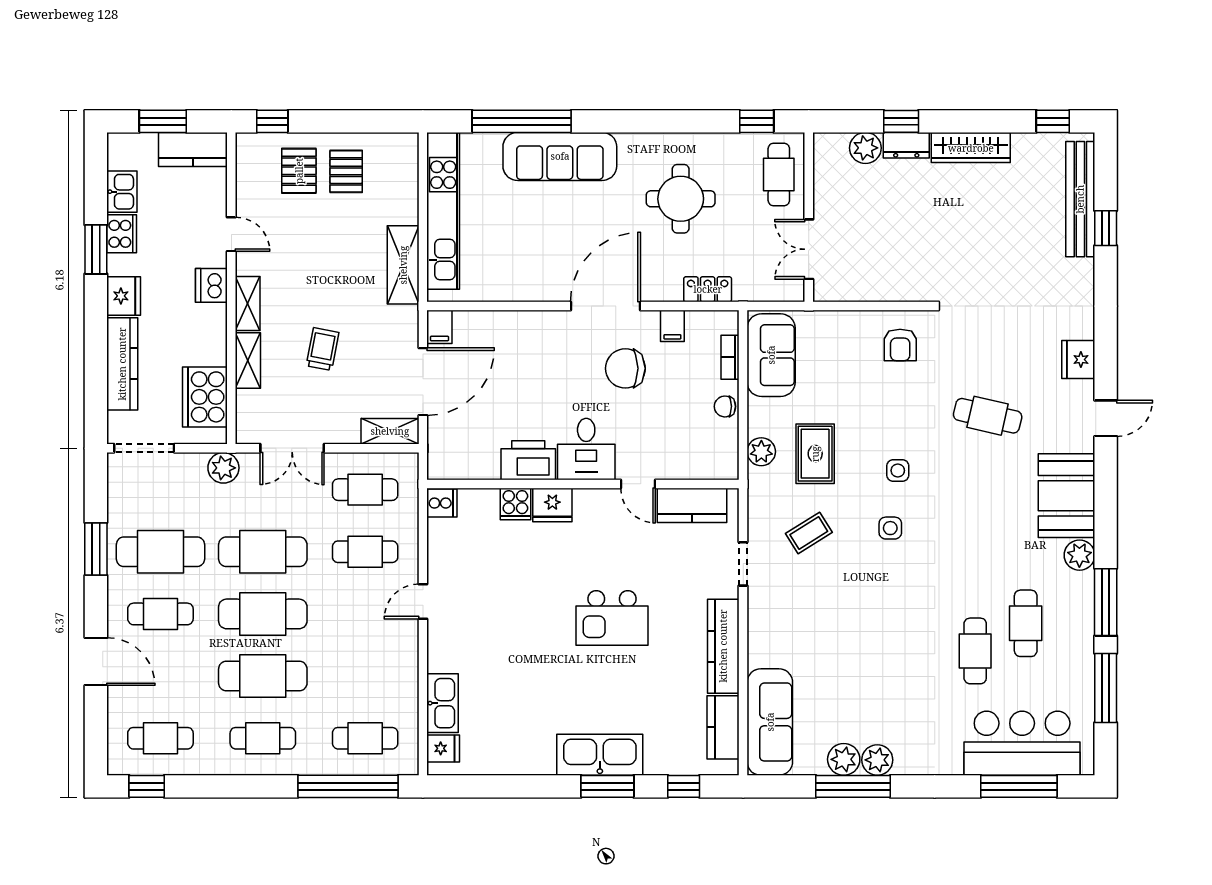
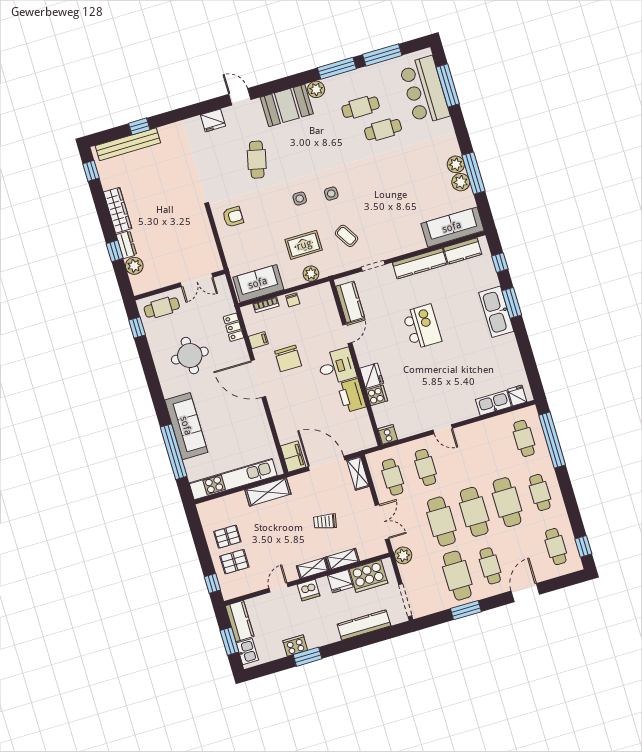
kitchen sink: (122, 192) -> (247, 652), moved, turned 90
fridge: (124, 296) -> (340, 581), moved, turned 180
filing cabinet: (439, 327) -> (293, 456), width x2.00

